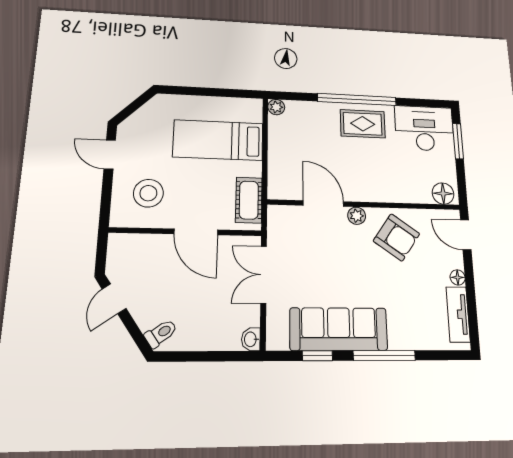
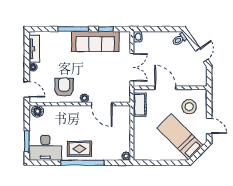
bed: (218, 140) -> (180, 137), moved, turned -135
armchair: (397, 237) -> (64, 87), turned 55

